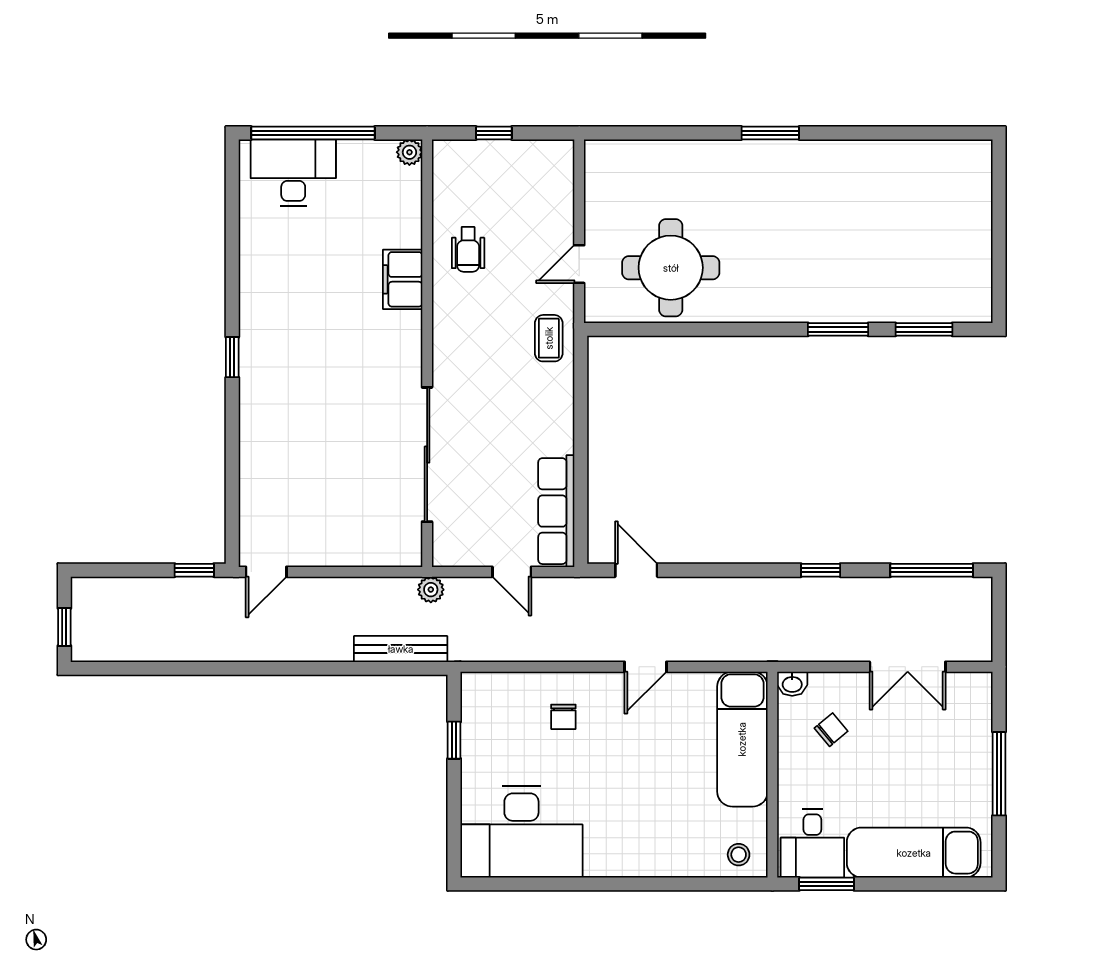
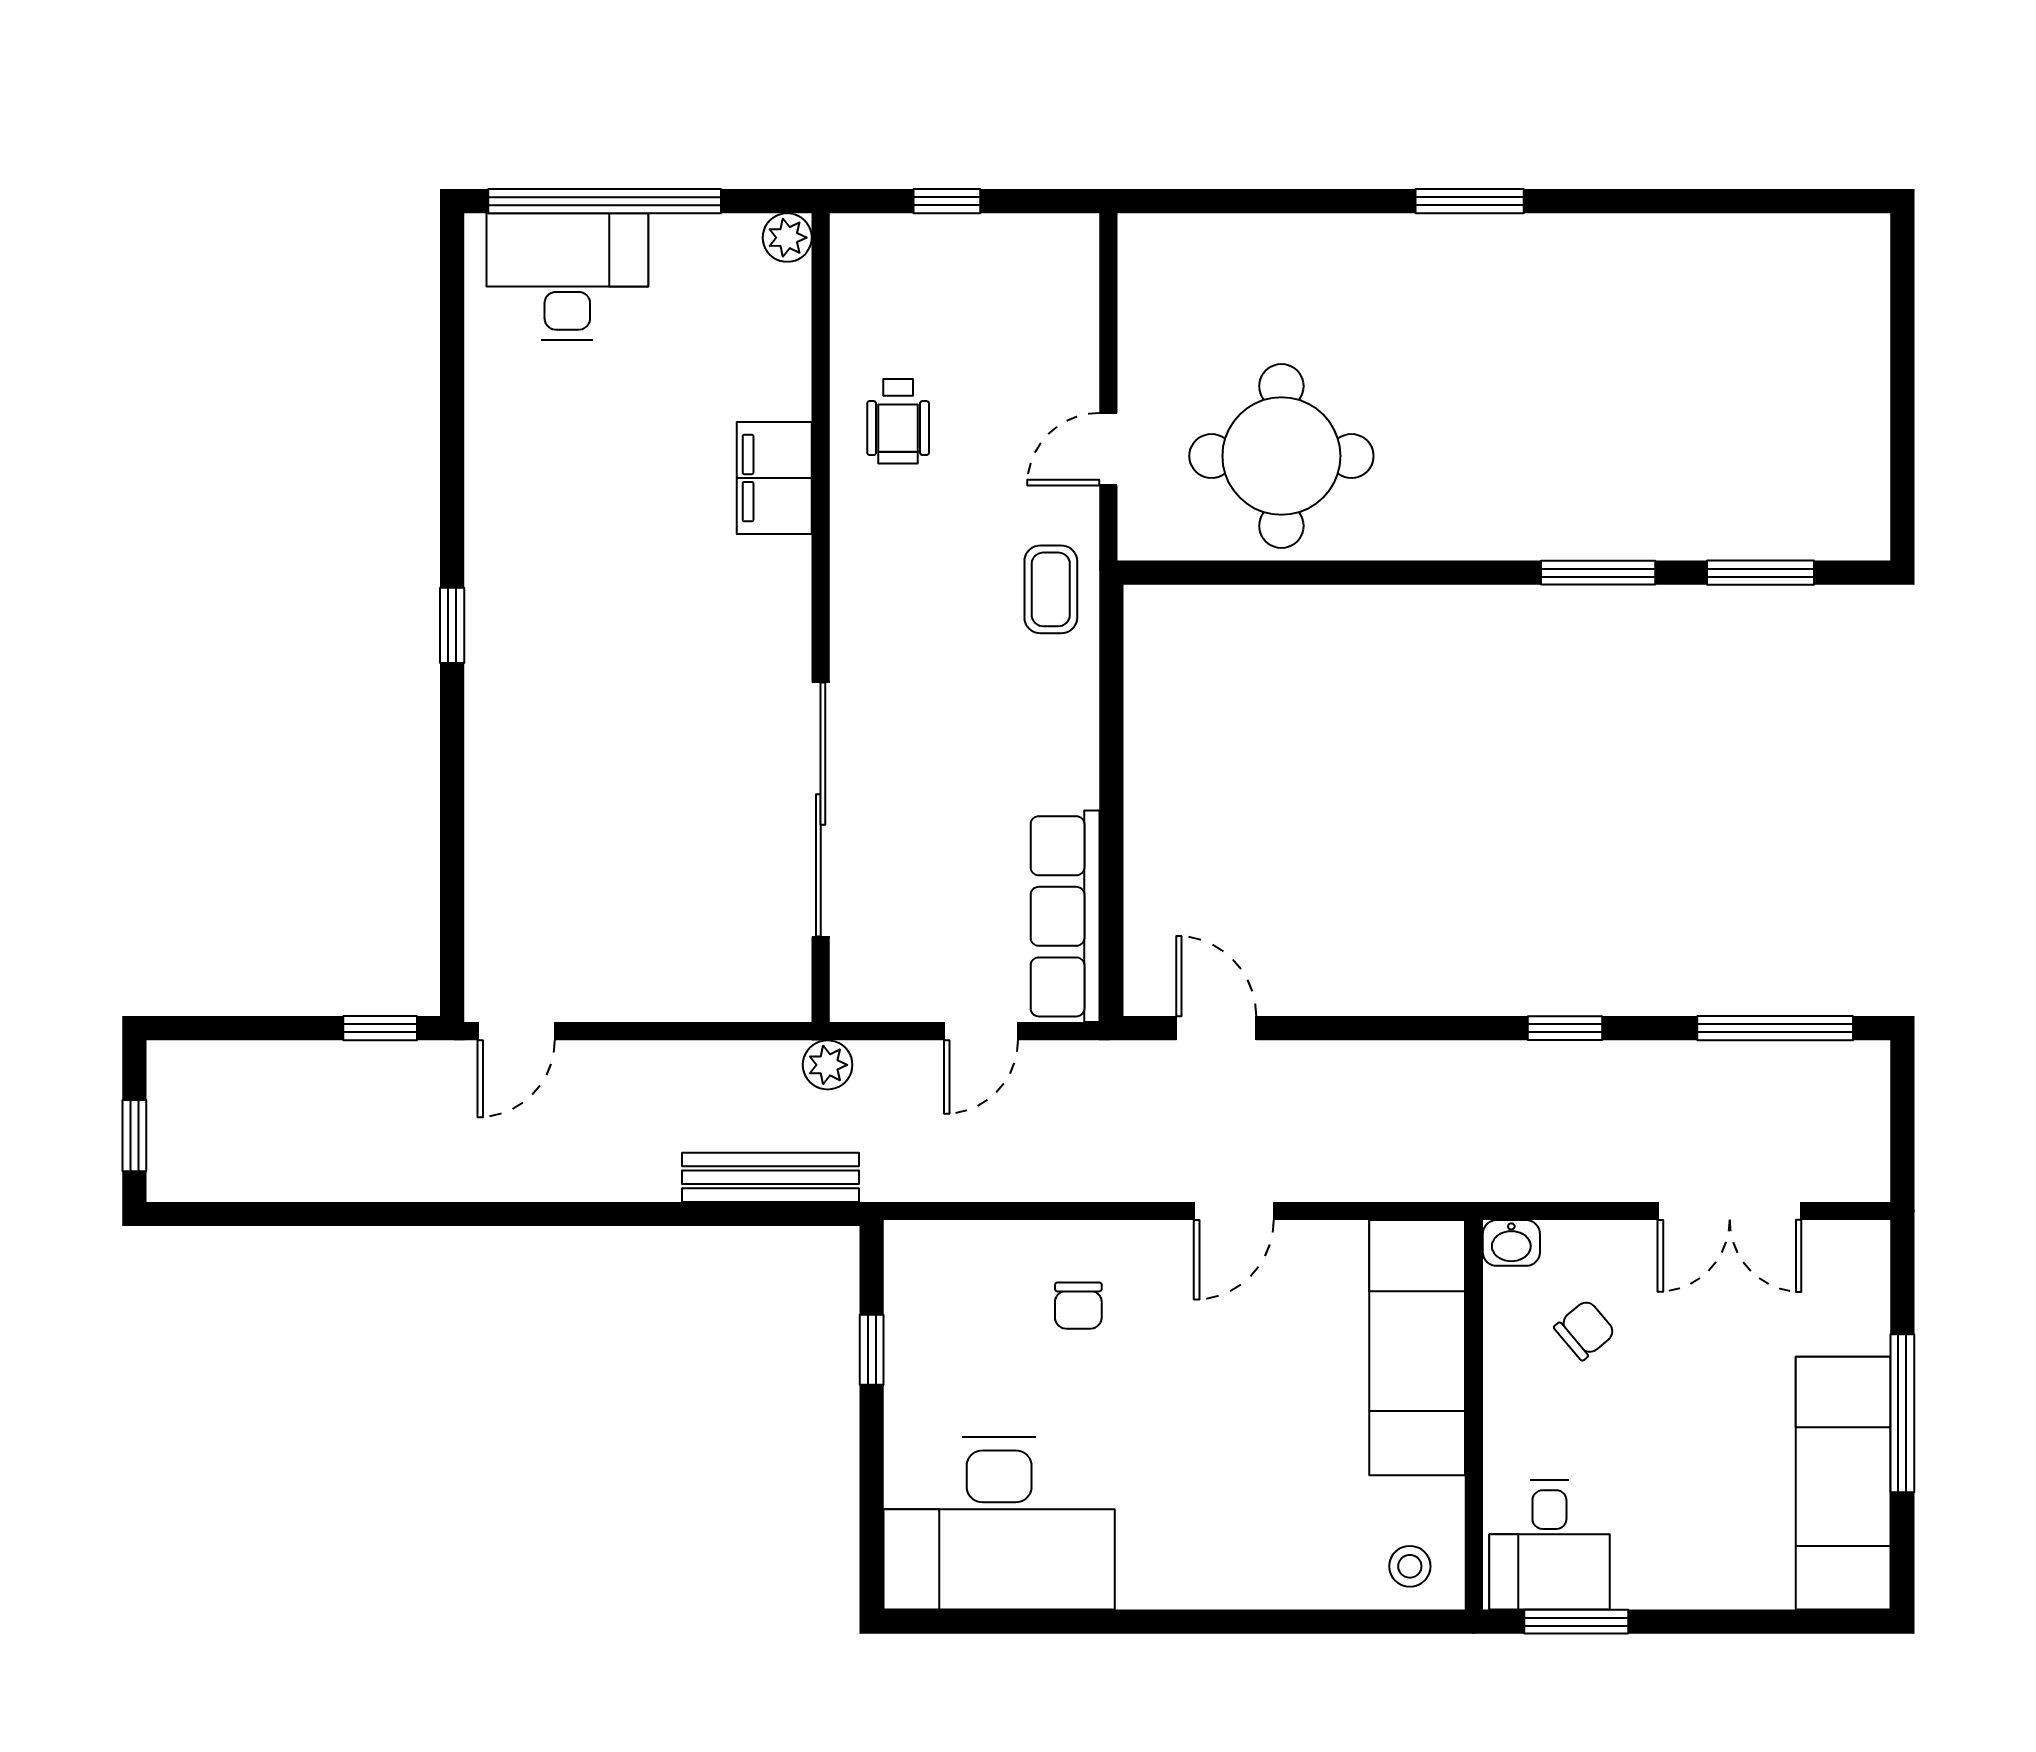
door: (512, 572) -> (981, 1031), hinge flipped
exam couch: (914, 853) -> (1843, 1483), moved, turned -90

